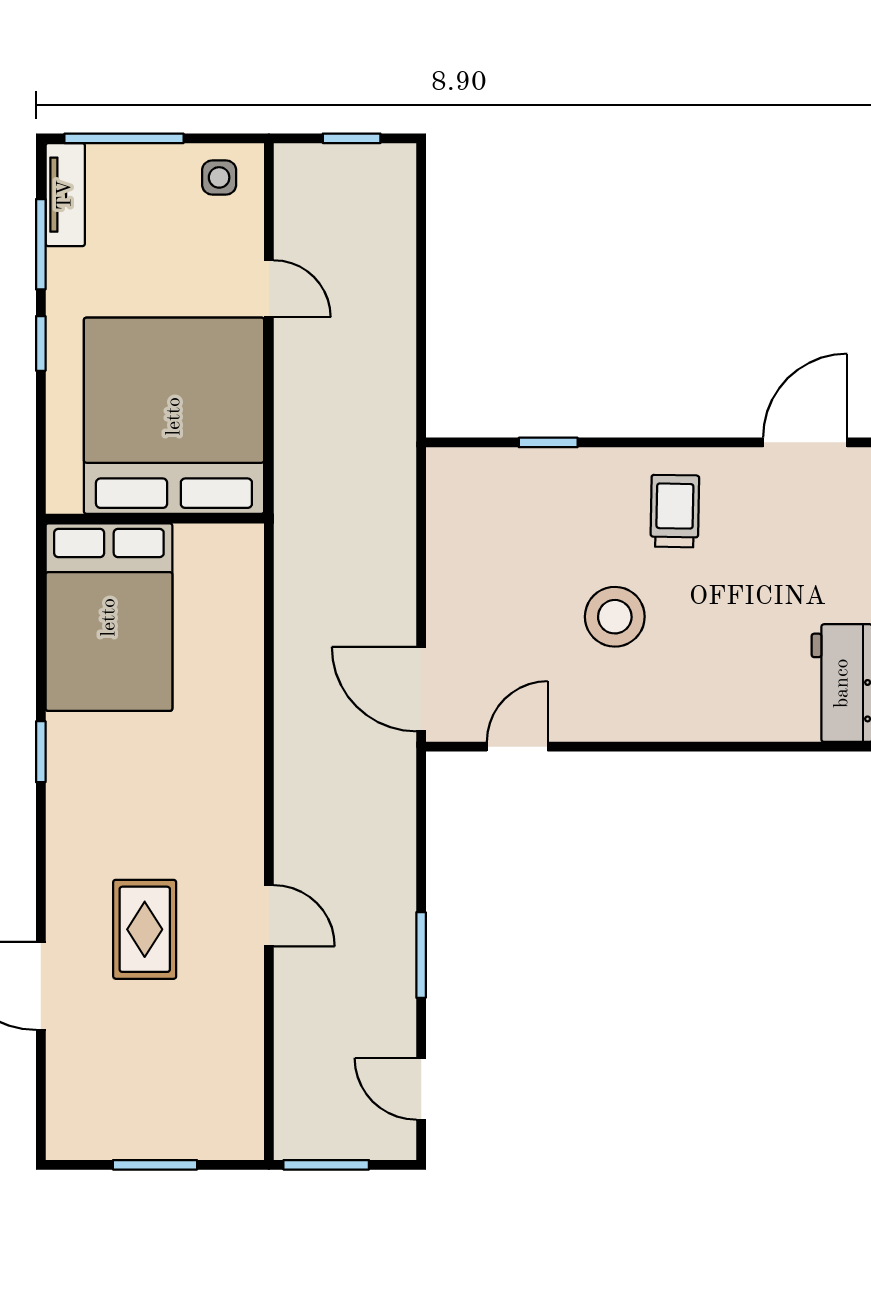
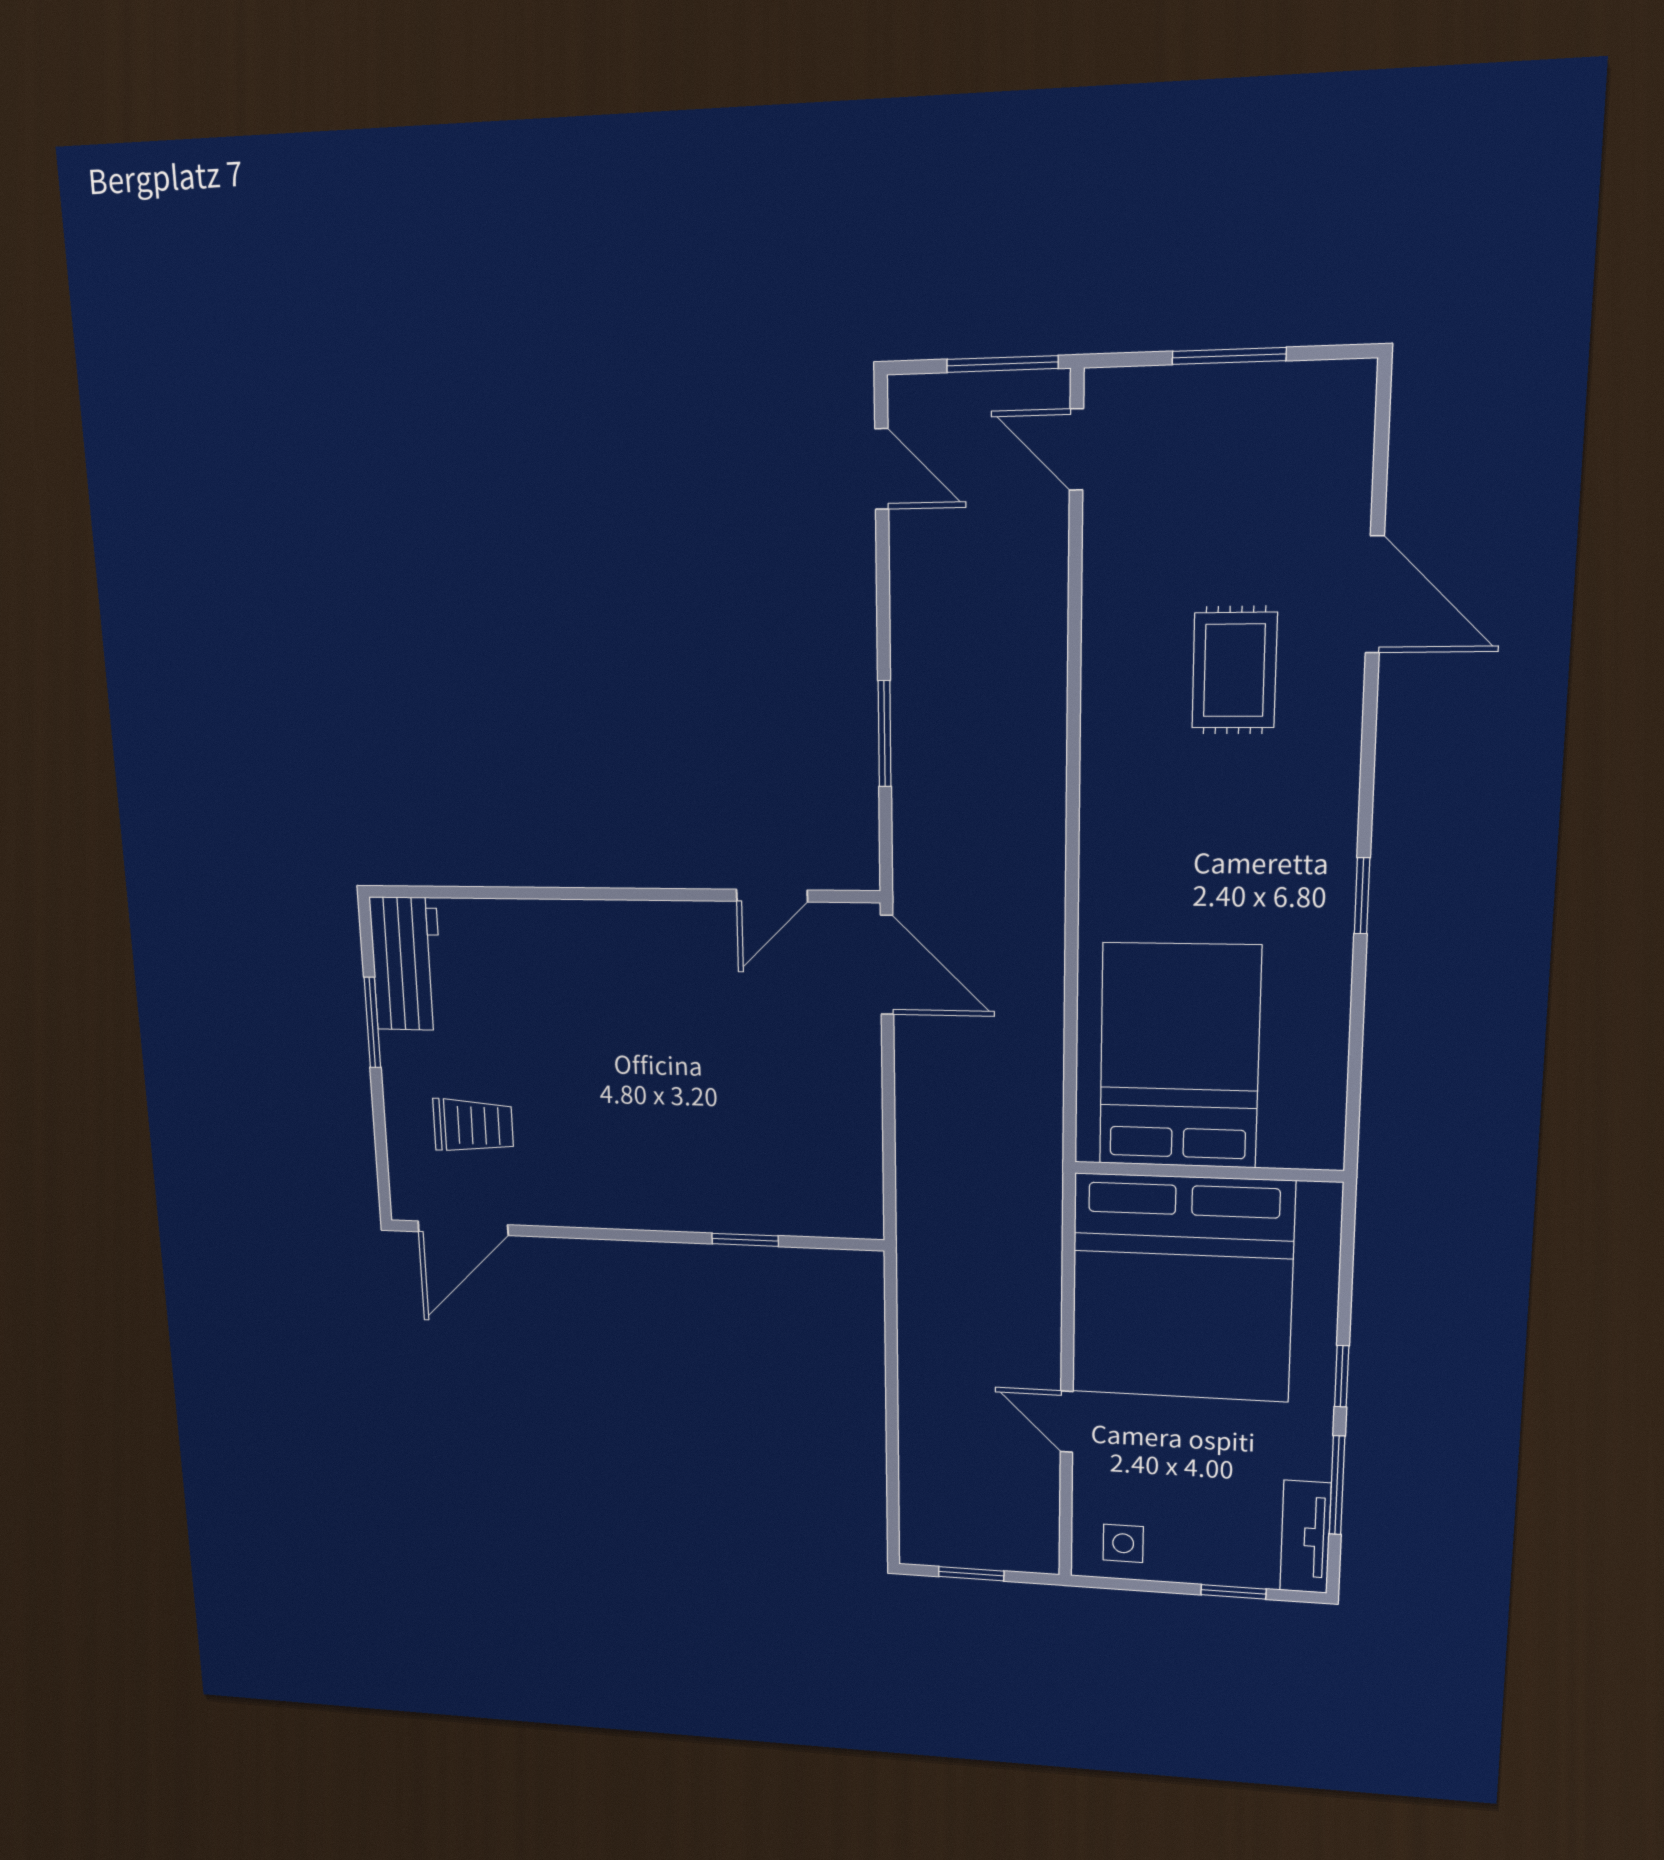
window: (124, 138) -> (1233, 1592), width x0.46
trolley: (675, 511) -> (473, 1125), moved, turned -91
bed: (109, 617) -> (1179, 1056), moved
stool: (615, 617) -> (664, 1044), removed
door: (269, 916) -> (1076, 449), moved
window: (421, 955) -> (885, 734), moved

